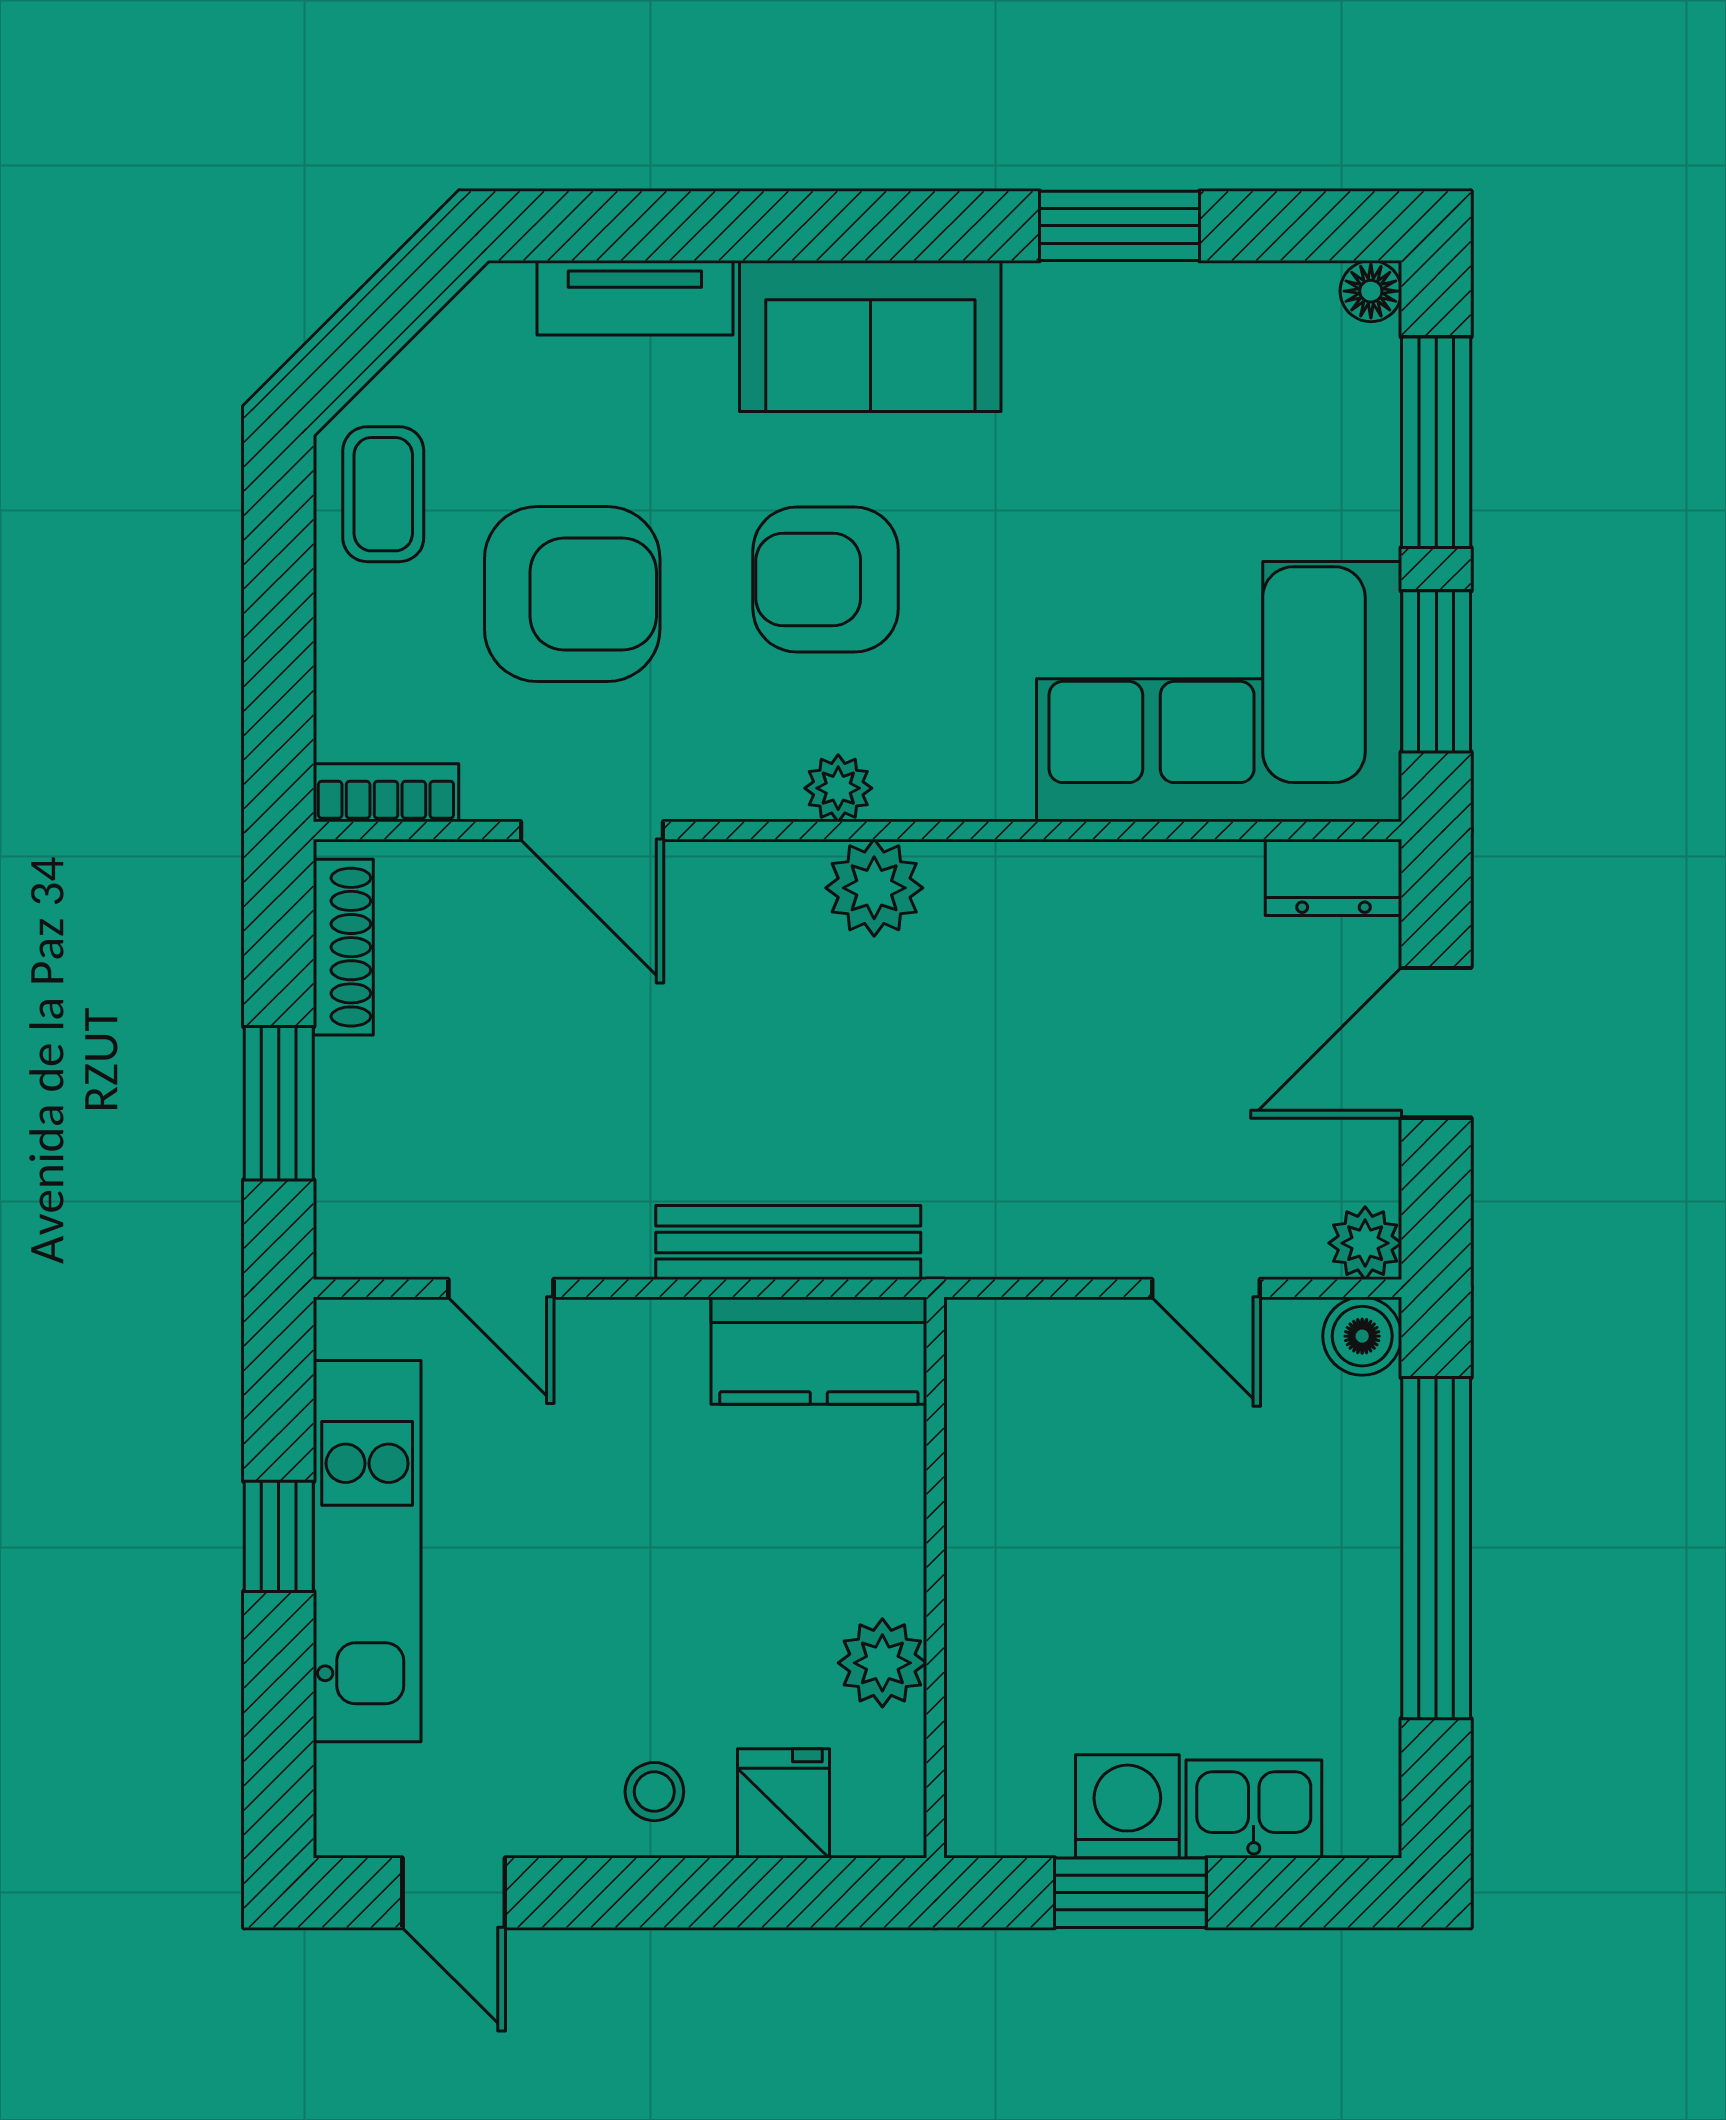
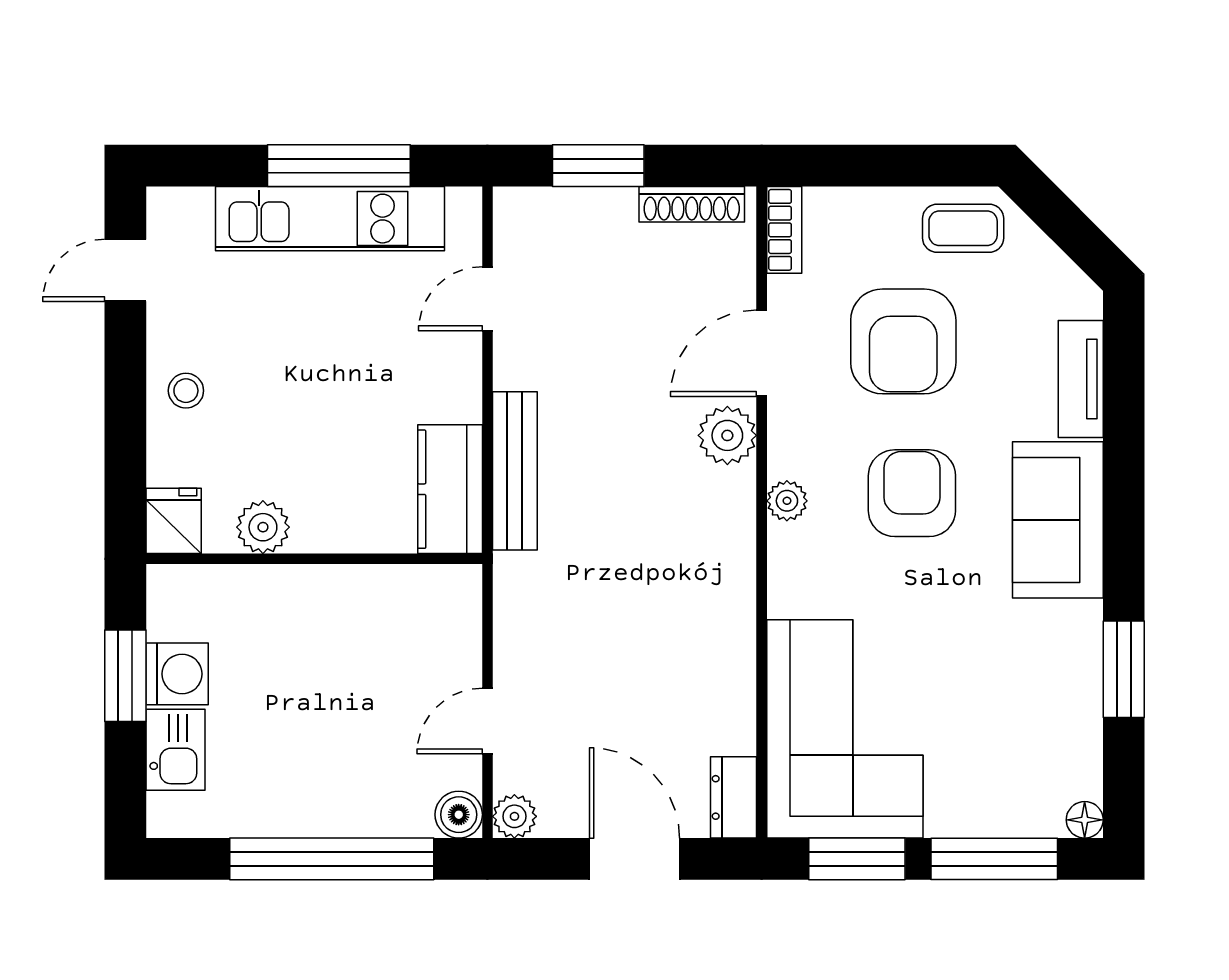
plant: (874, 888) -> (727, 435), moved
window: (279, 1536) -> (339, 166), width x2.17
fridge: (783, 1803) -> (174, 521), moved, turned -90

